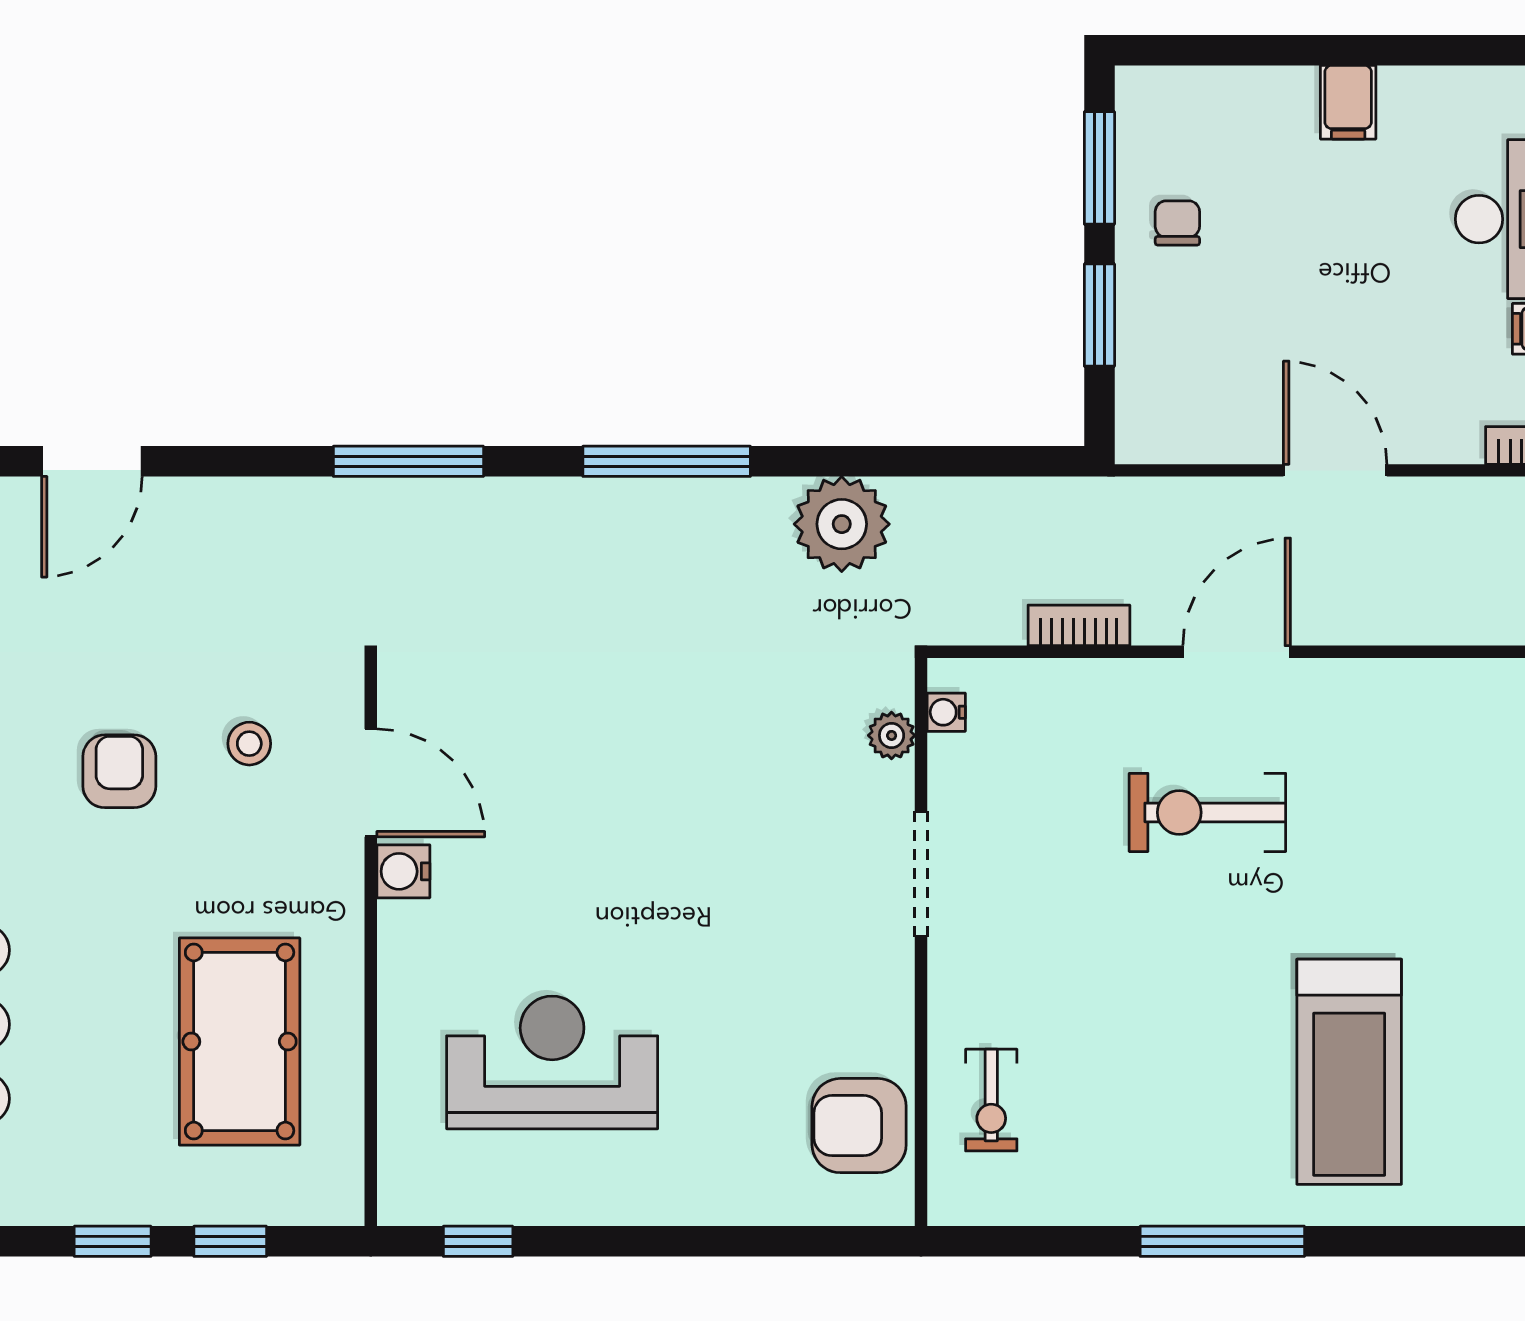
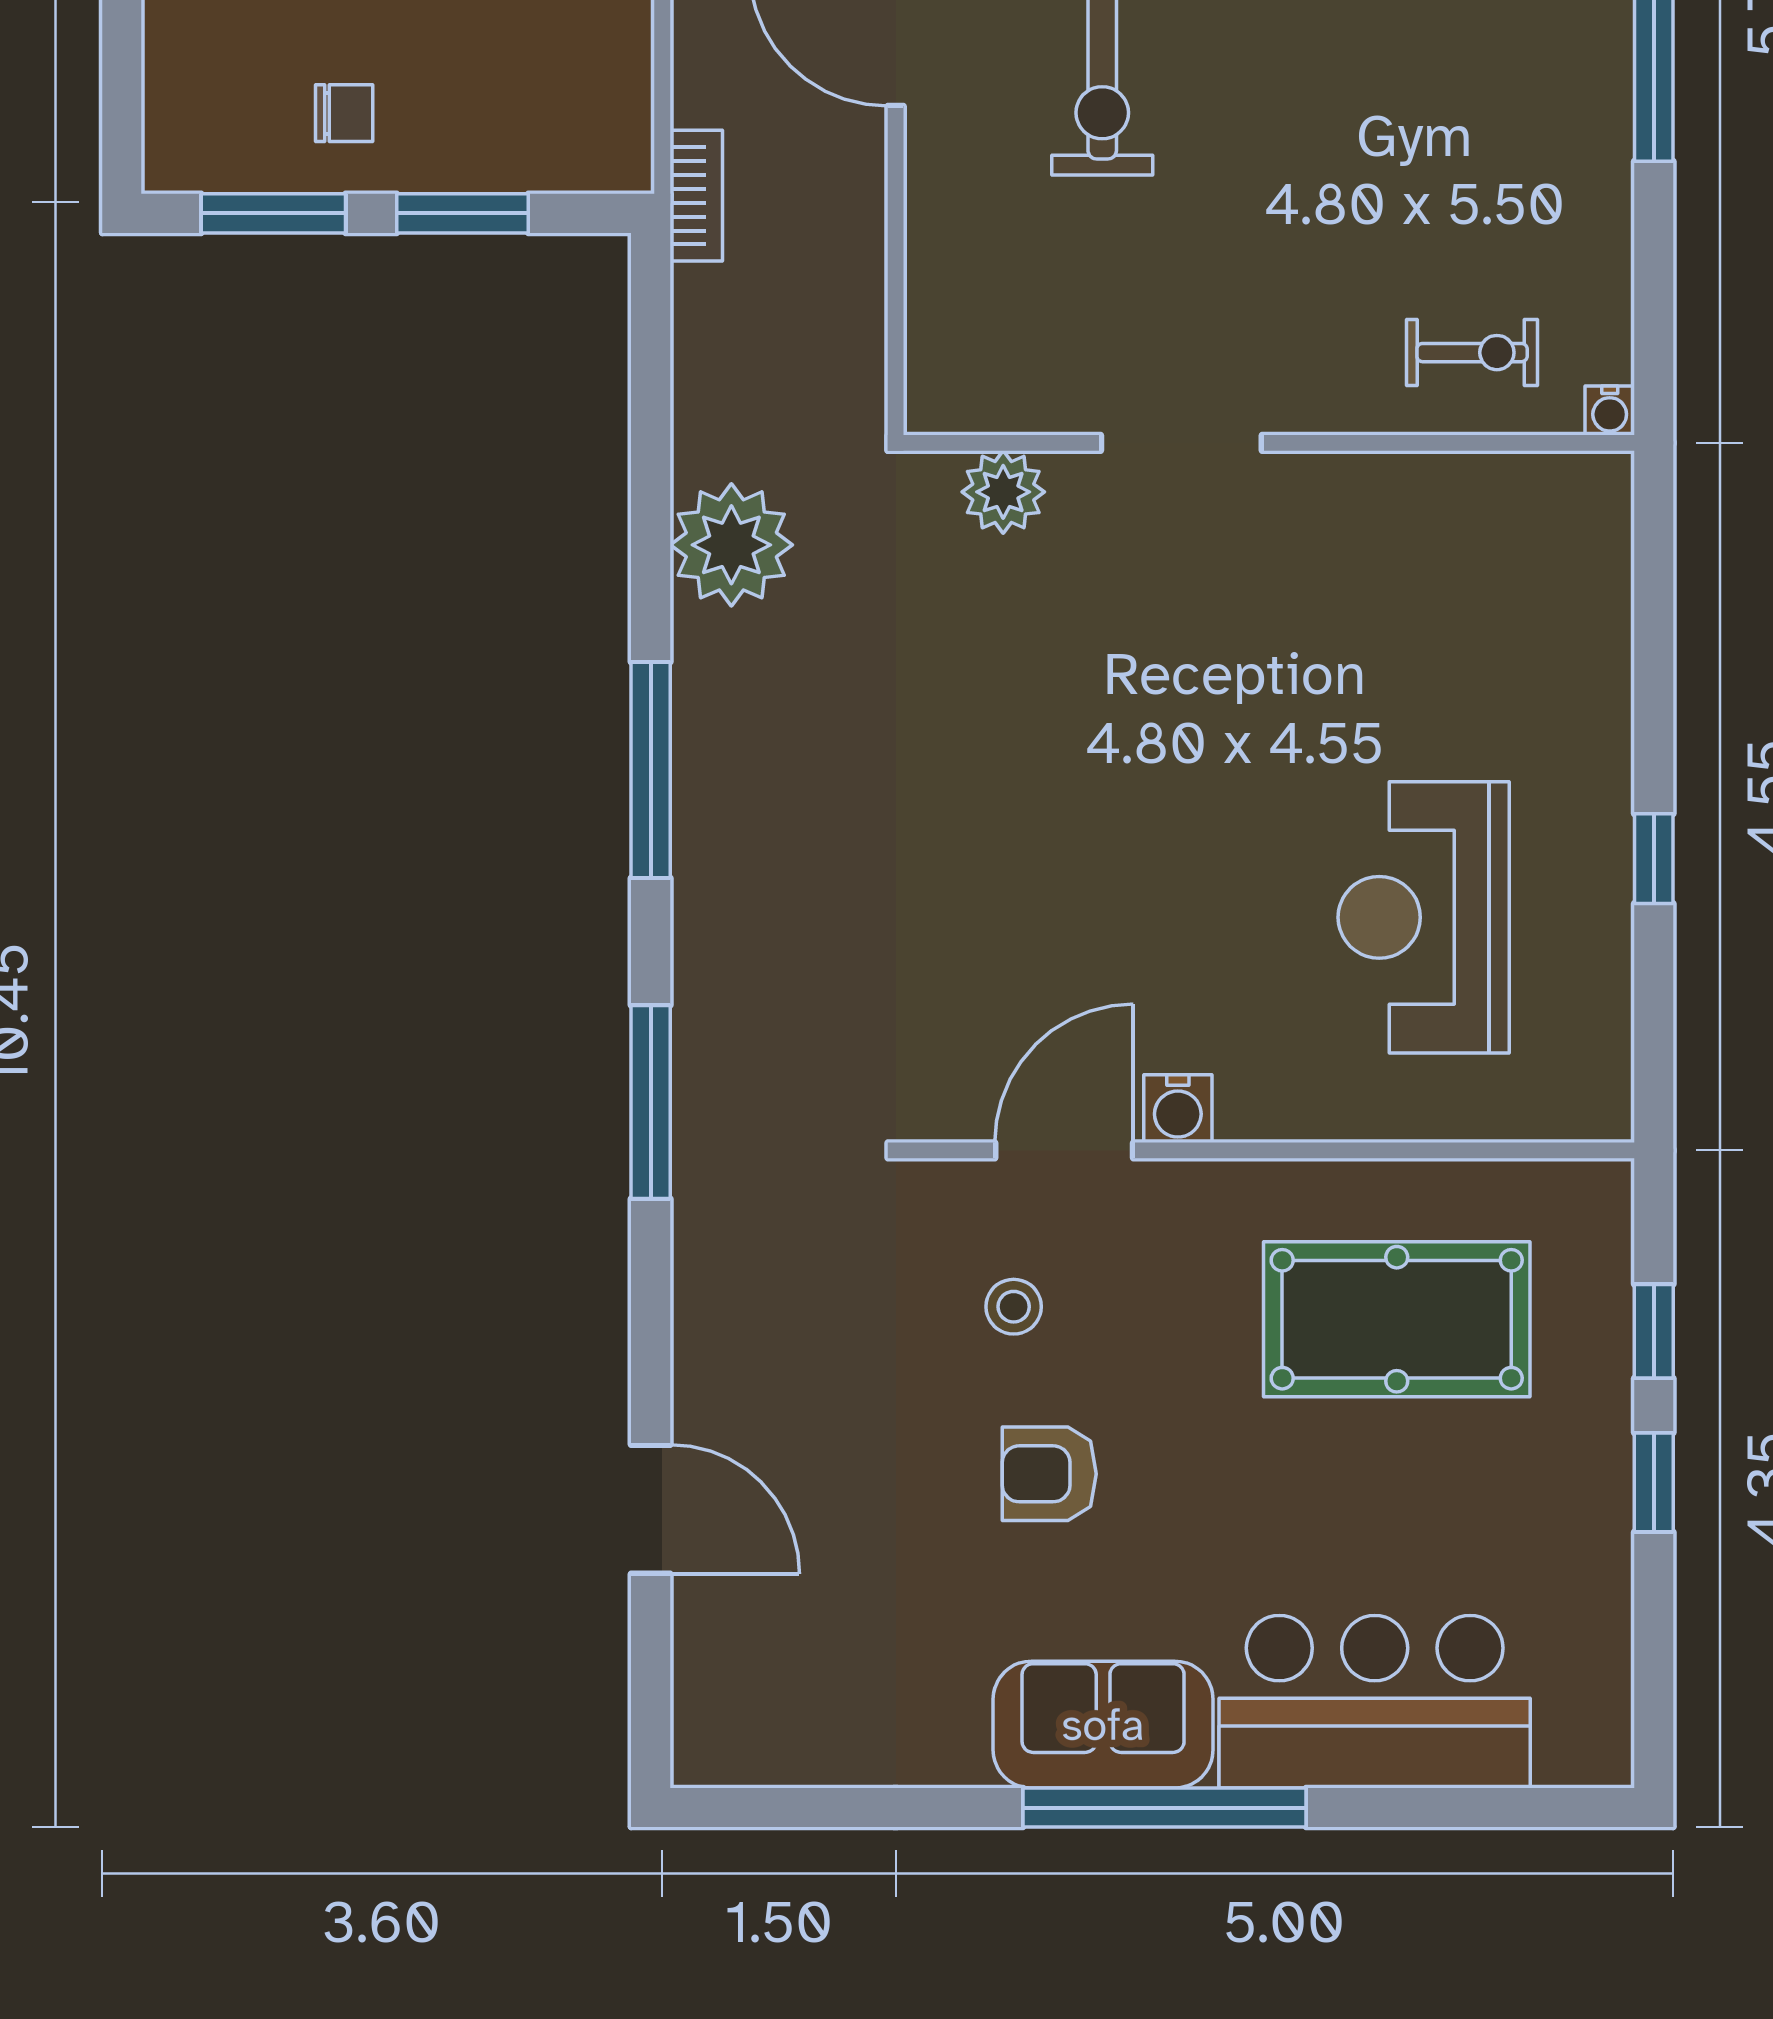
chair: (1177, 223) -> (344, 113), turned 180
bookcase: (1079, 625) -> (696, 196), moved, turned 180
water cooler: (946, 712) -> (1610, 410), moved
plant: (892, 735) -> (1003, 492), width x1.38, depth x1.38
armchair: (859, 1126) -> (1505, 522), removed
window: (478, 1241) -> (1654, 859), moved

